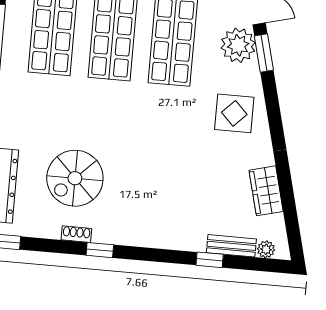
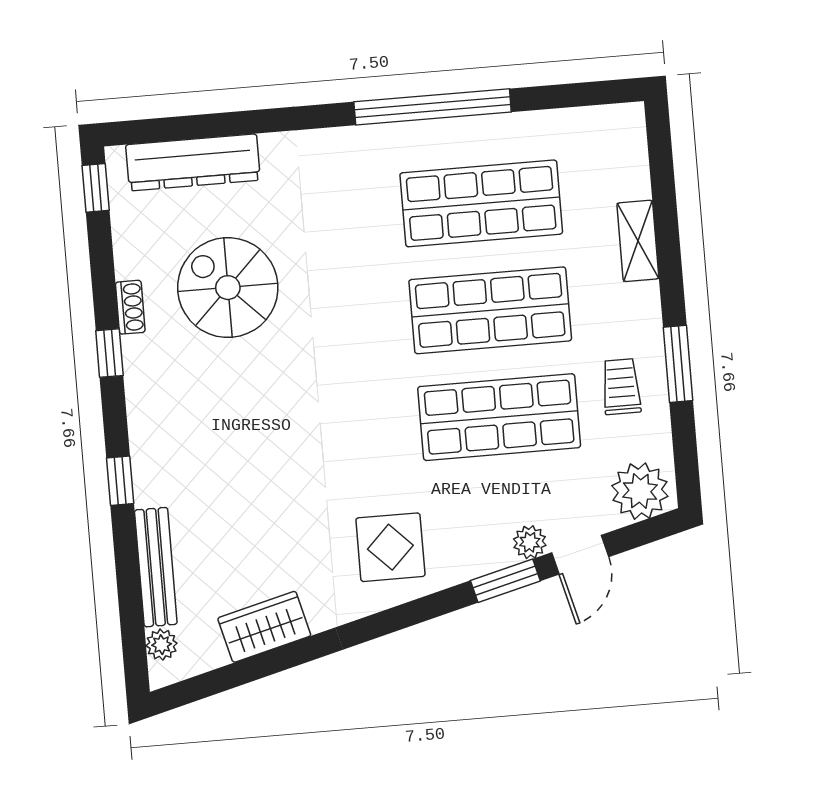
plant: (238, 45) -> (530, 542), width x0.53, depth x0.53
bench: (231, 246) -> (156, 567), width x1.36
window: (210, 260) -> (120, 481), moved

